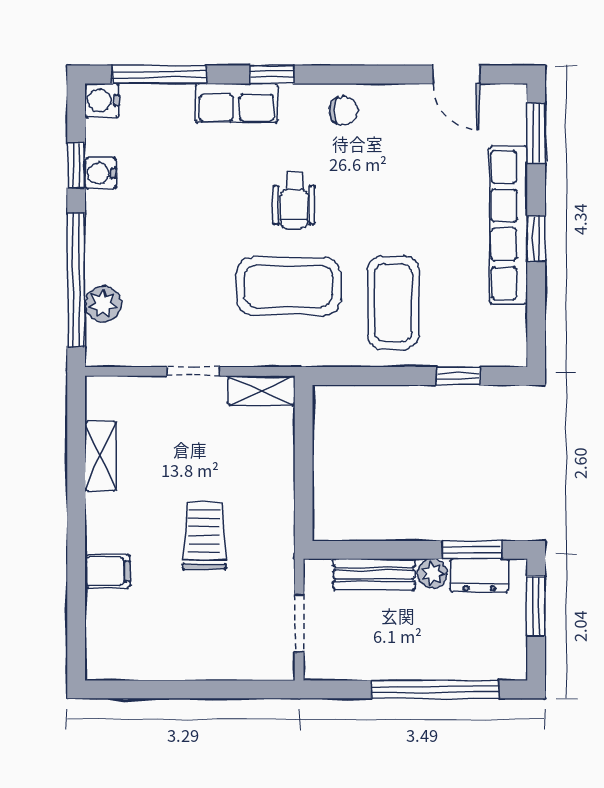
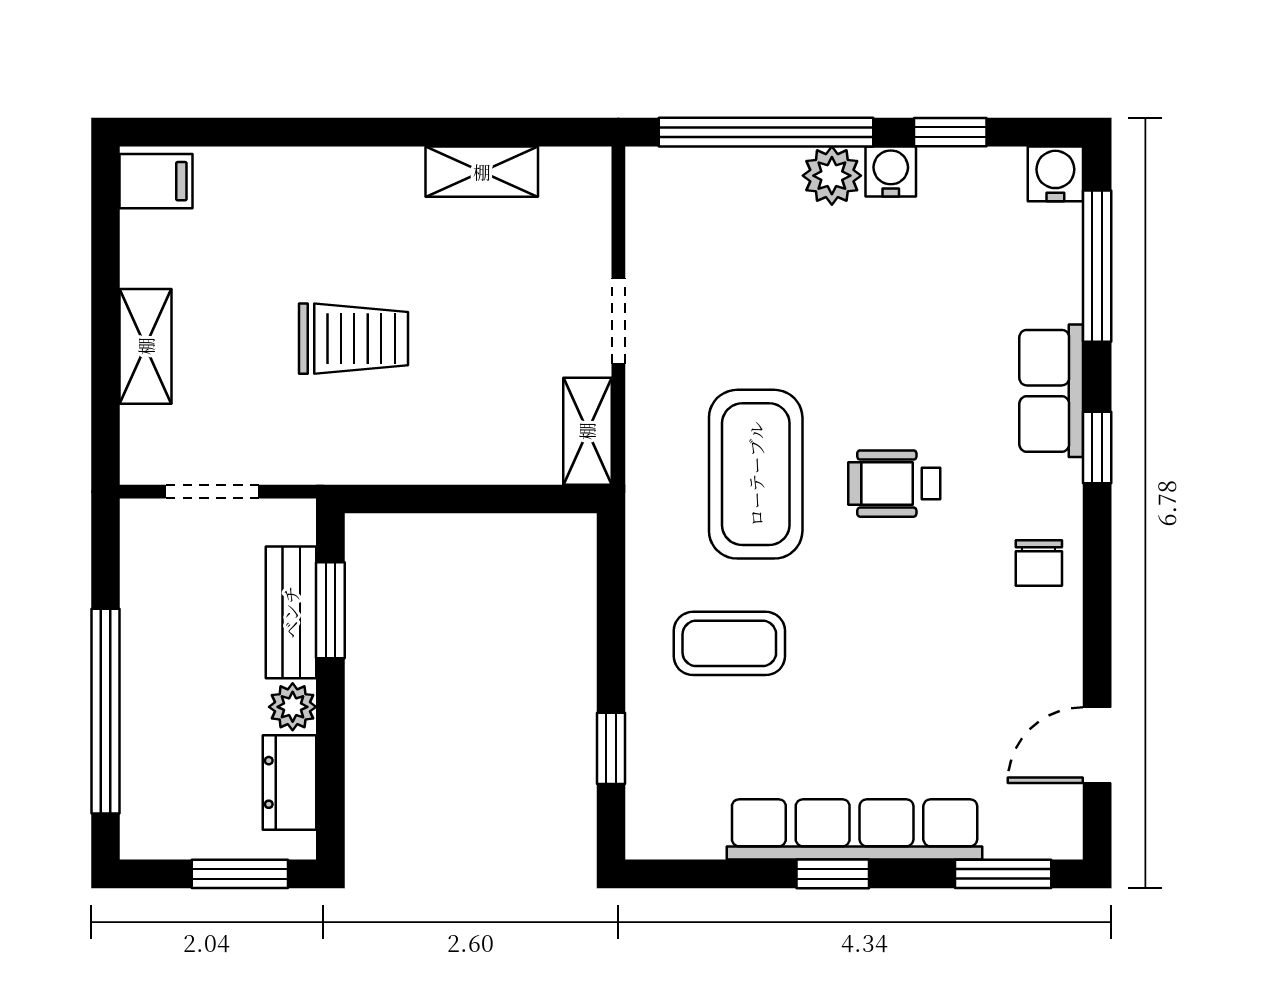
water cooler: (101, 173) -> (891, 171), moved
coffee table: (393, 303) -> (729, 643), width x0.73, depth x0.76
plant: (103, 304) -> (832, 176), moved
window: (472, 550) -> (330, 610), moved
filing cabinet: (107, 571) -> (156, 181), moved, turned -90
shelving: (209, 665) -> (146, 346), added

